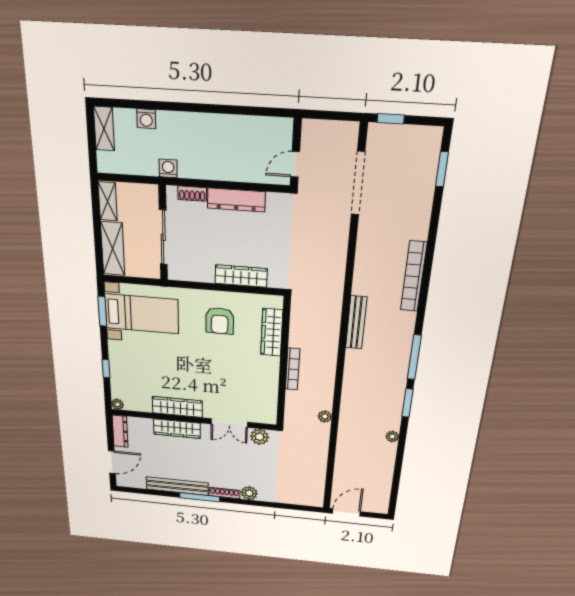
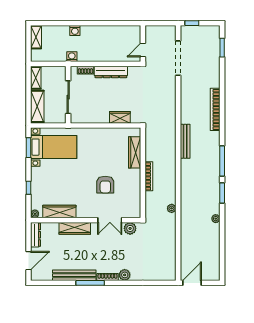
washing machine: (146, 119) -> (75, 30), moved
wardrobe: (241, 276) -> (120, 117), width x0.67
armchair: (220, 321) -> (105, 185), moved
wardrobe: (177, 407) -> (59, 212), moved

